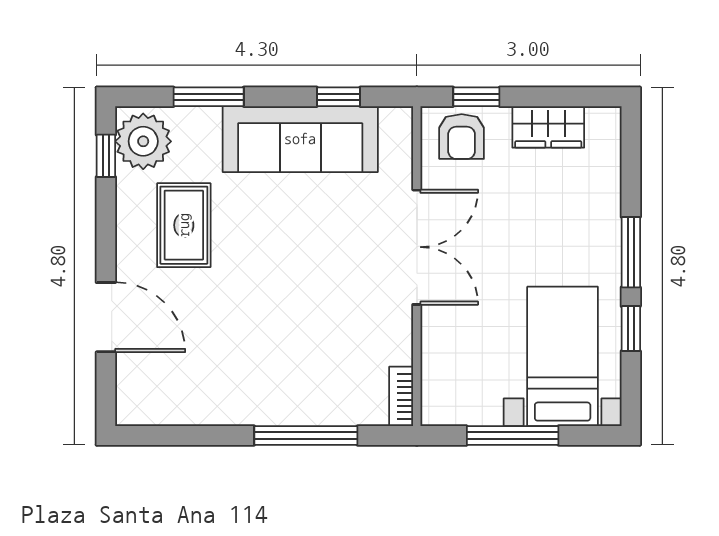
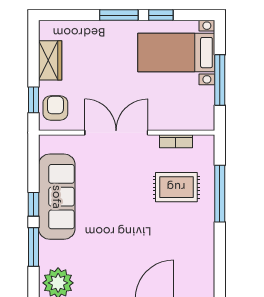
window: (338, 97) -> (34, 204), moved
armchair: (462, 137) -> (55, 108), turned -90
rug: (184, 225) -> (176, 187), moved
bookcase: (401, 396) -> (176, 141), moved

